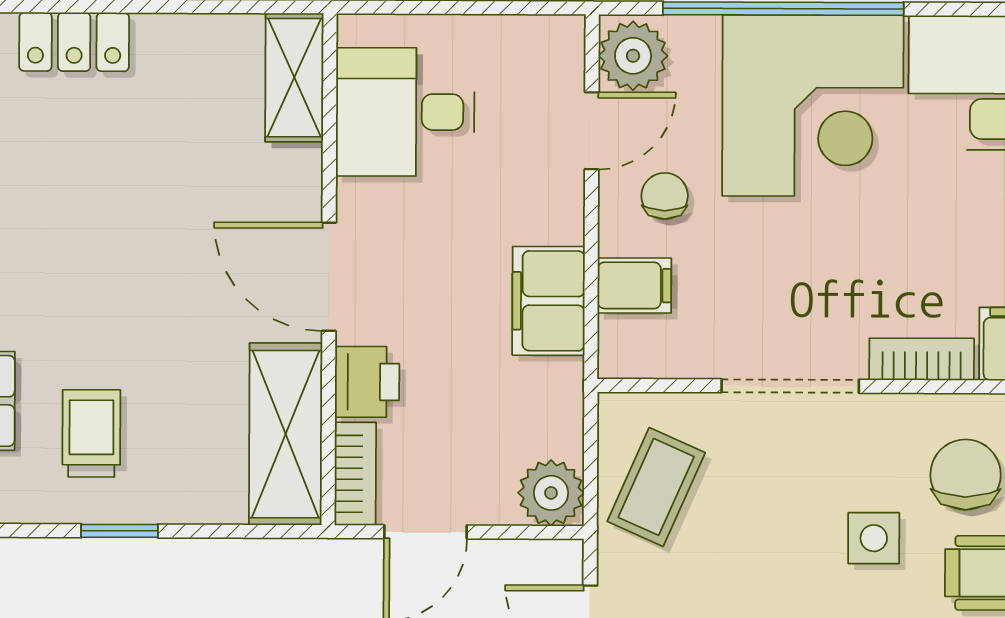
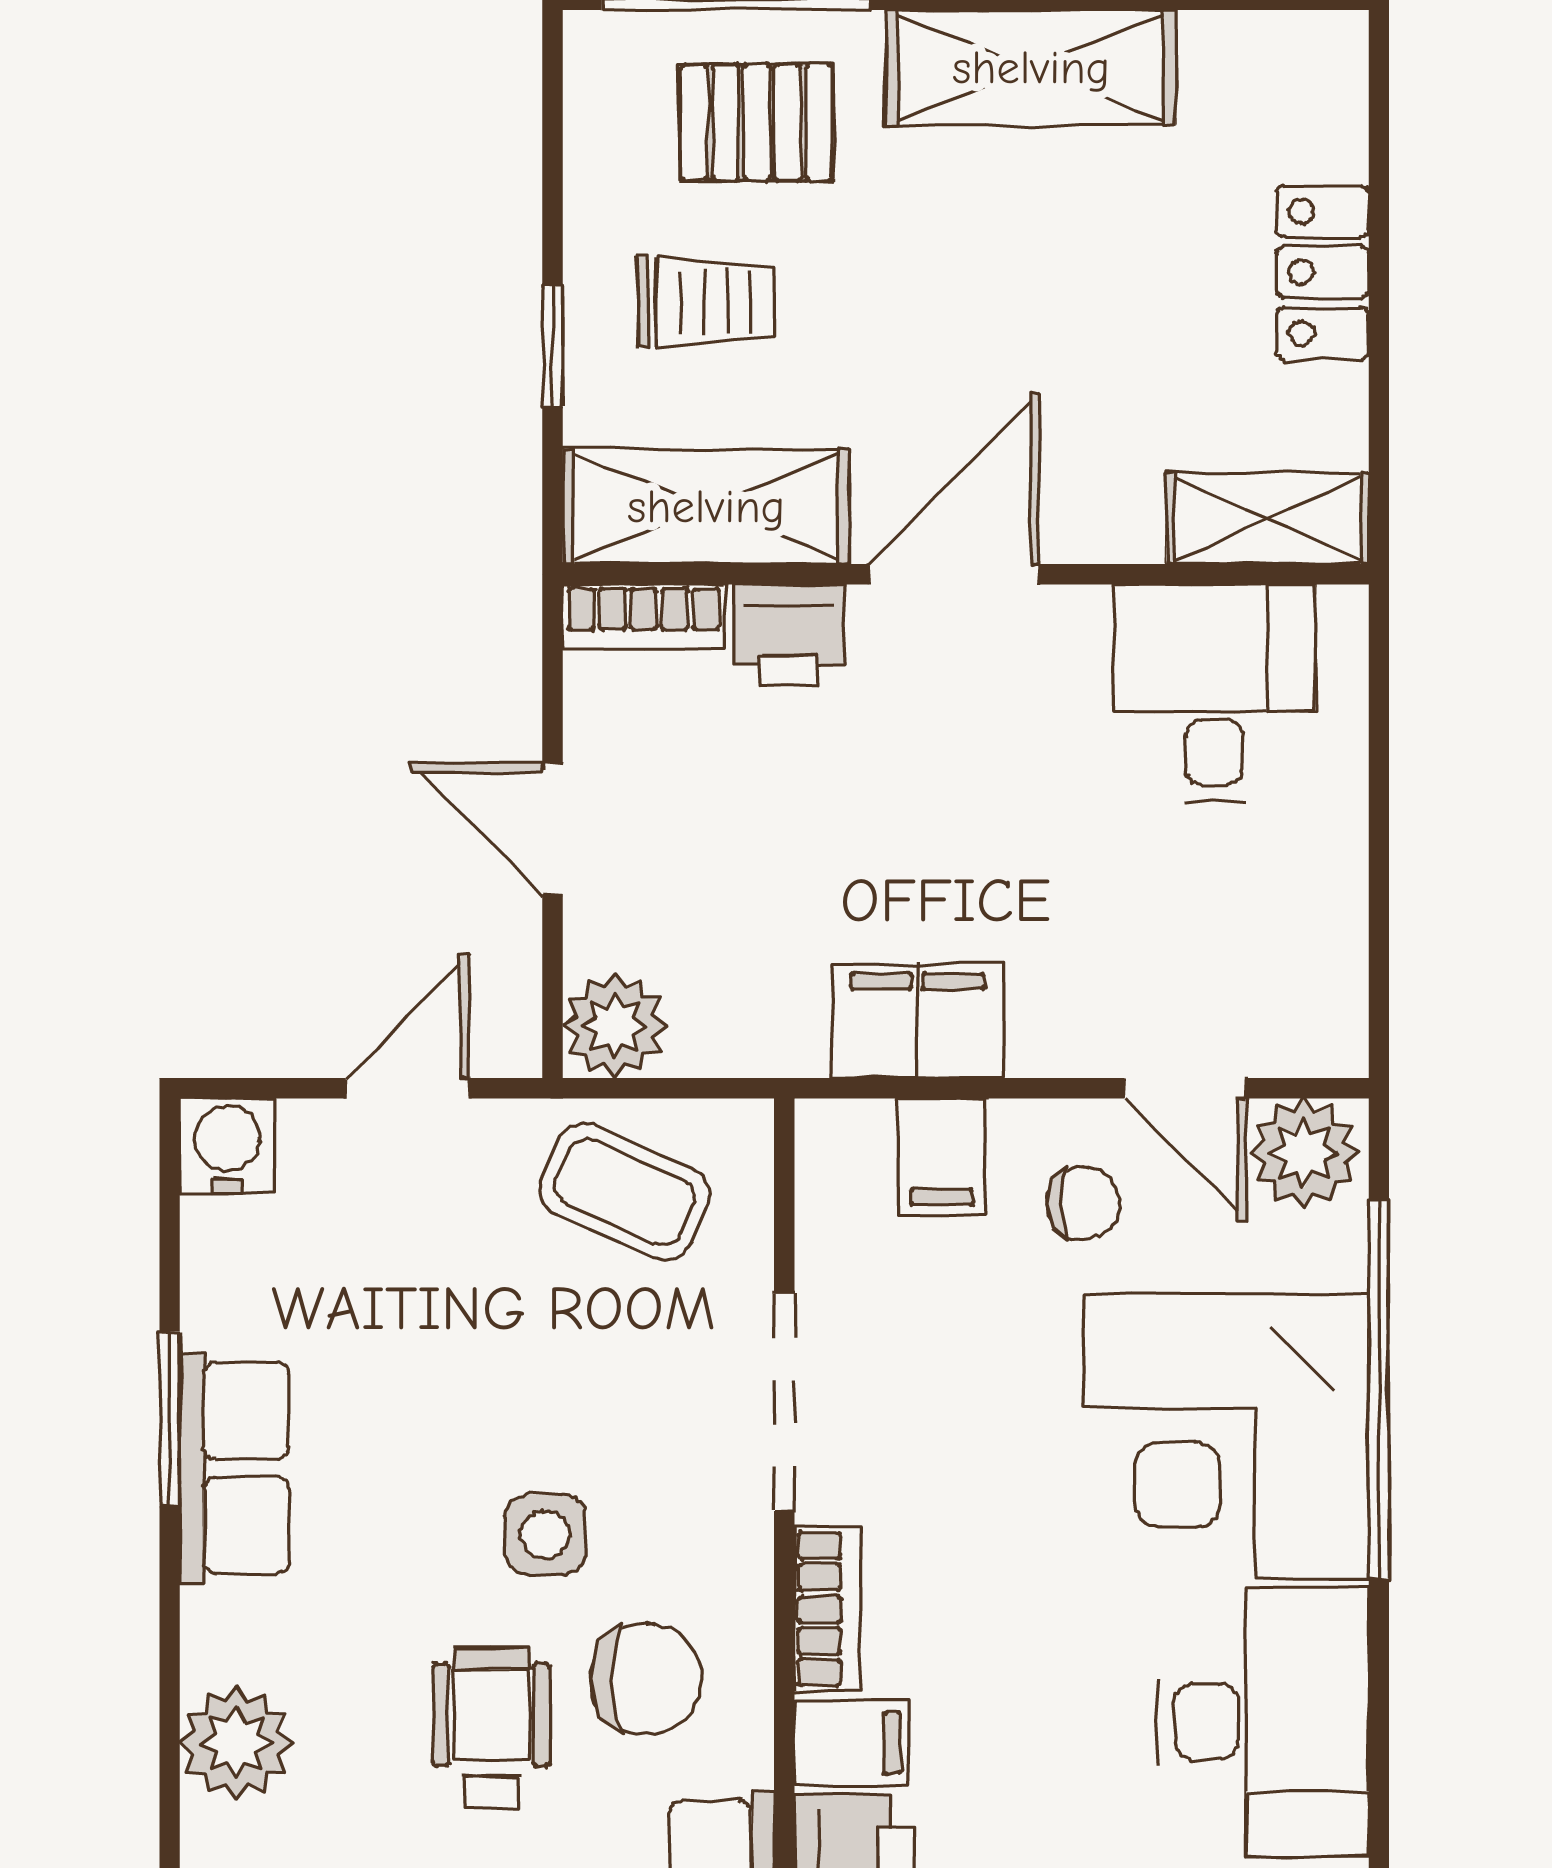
shelving: (294, 78) -> (1268, 519), moved
desk: (405, 112) -> (1214, 693), moved
wall: (329, 269) -> (966, 574), moved
door: (329, 277) -> (954, 574), moved
printer: (367, 382) -> (789, 635), moved
shelving: (286, 434) -> (706, 507), moved
bookcase: (355, 474) -> (644, 617), moved

